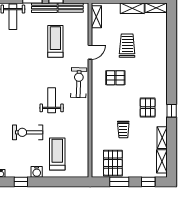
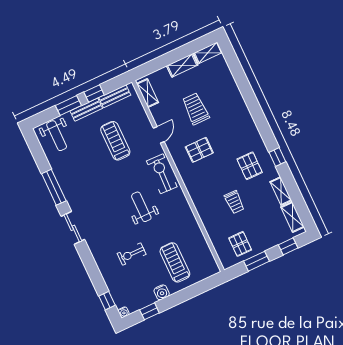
exercise bike: (28, 132) -> (132, 254), width x0.73, depth x0.72
pallet: (113, 163) -> (240, 244), width x0.67, depth x0.71

